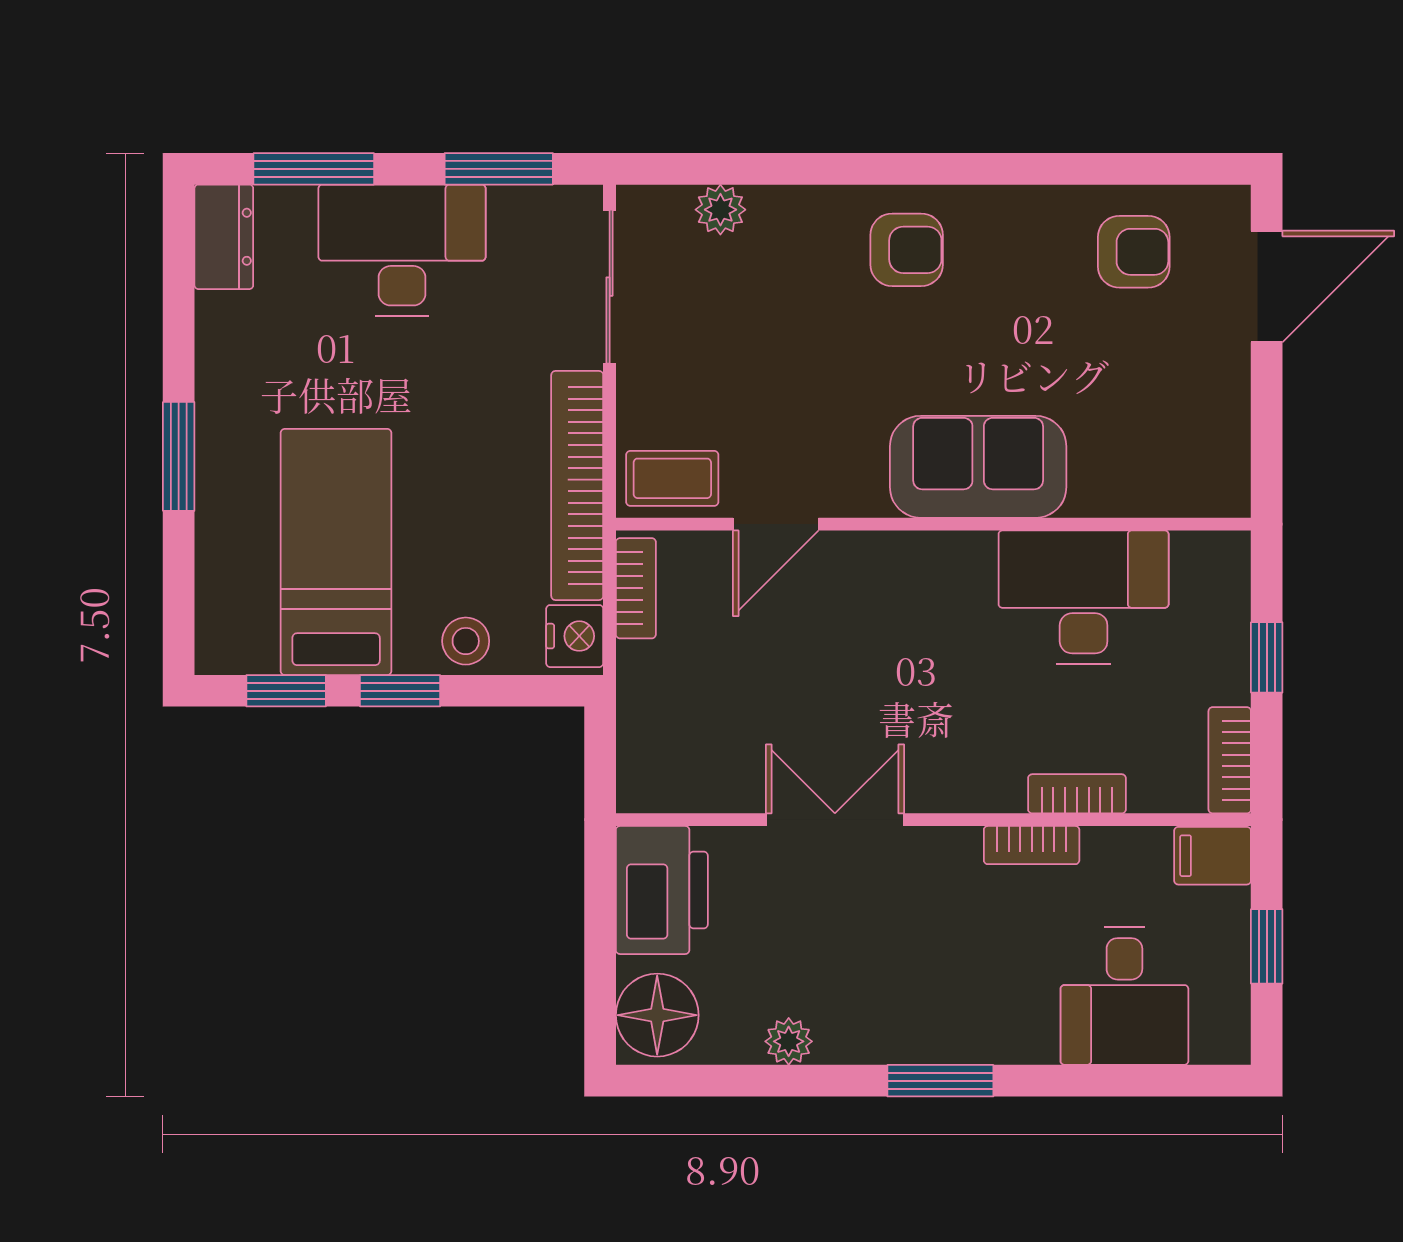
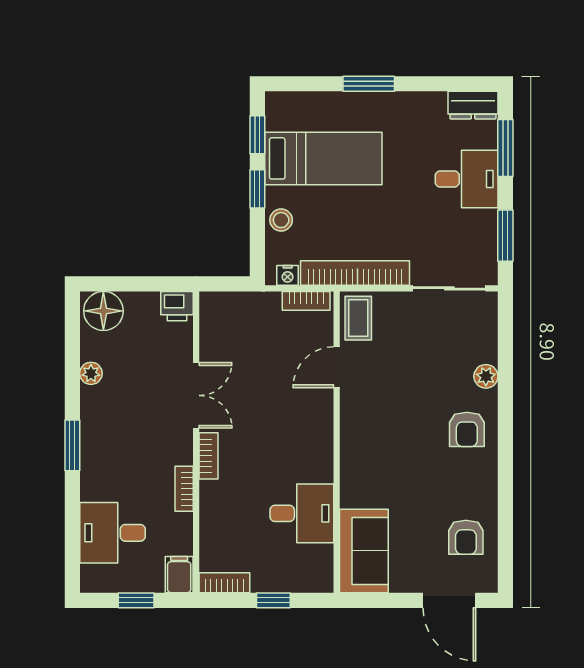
plant: (720, 210) -> (486, 376), moved
desk: (402, 250) -> (467, 179), width x0.73
sofa: (978, 467) -> (364, 551), moved
door: (776, 524) -> (337, 367), hinge flipped
desk: (1084, 597) -> (302, 513), width x0.73
nightstand: (575, 636) -> (288, 275), width x0.72, depth x0.74
bookcase: (1077, 794) -> (209, 456), moved
printer: (662, 890) -> (177, 306), width x0.53, depth x0.68

